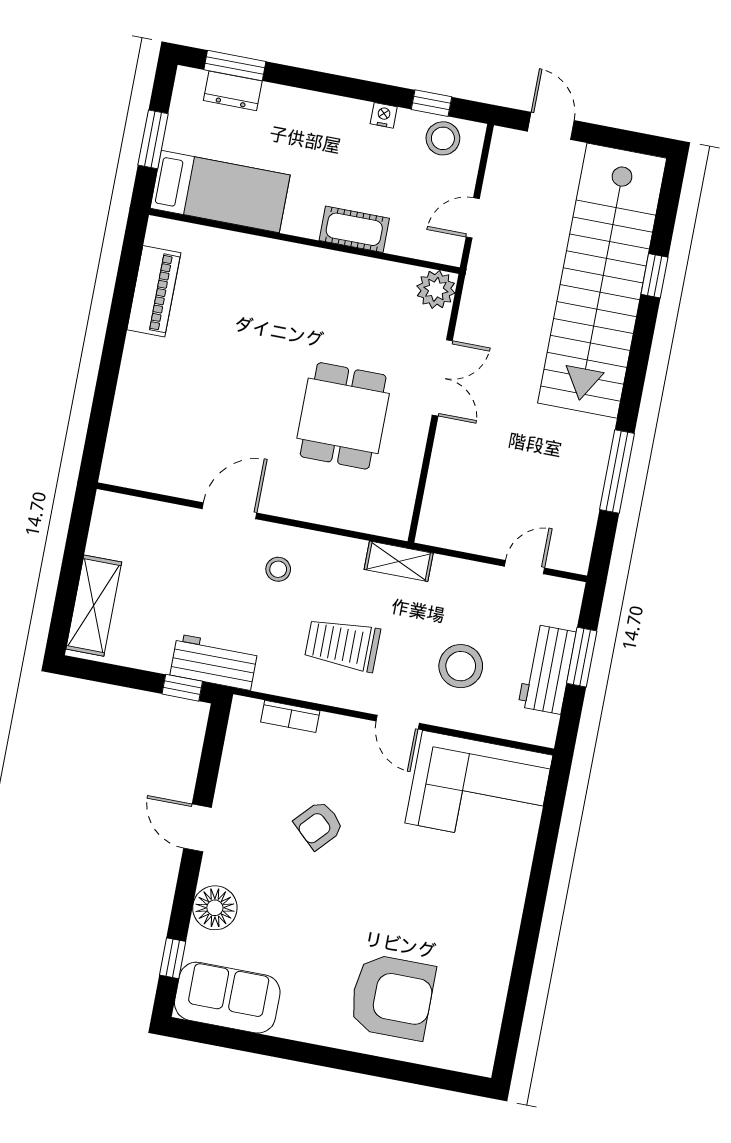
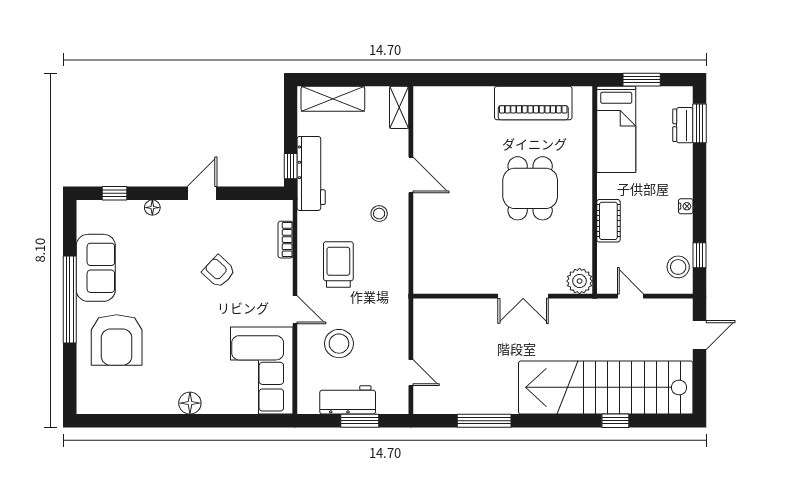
nightstand: (384, 115) -> (686, 206), moved
piano: (154, 291) -> (533, 103), width x1.37, depth x1.33
dining table: (343, 416) -> (530, 188), moved, turned 90
shelving: (399, 561) -> (399, 107), moved
workbench: (214, 662) -> (311, 173), width x1.37
door: (398, 722) -> (295, 310), swing flipped
floor lamp: (507, 905) -> (190, 403), added
floor lamp: (215, 908) -> (152, 208), width x0.53, depth x0.53
sofa: (227, 998) -> (96, 268), moved
window: (318, 1055) -> (70, 300), added

